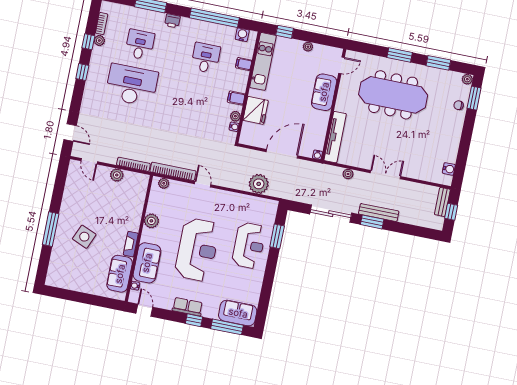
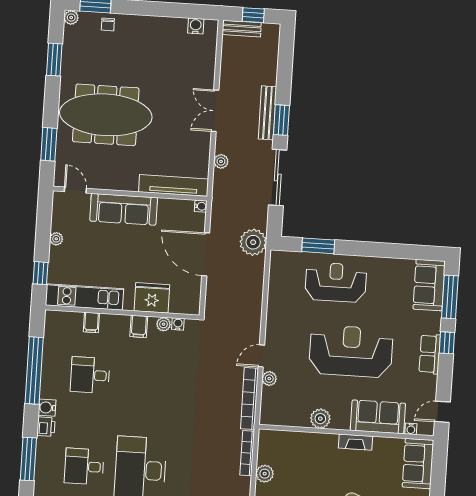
water cooler: (242, 35) -> (47, 408), moved
window: (400, 55) -> (49, 144), moved
sofa: (324, 92) -> (124, 209), width x1.36
meeting table: (393, 95) -> (106, 115), turned 90
plant: (164, 183) -> (269, 379), moved
plant: (259, 184) -> (253, 242), moved
sofa: (120, 274) -> (418, 464), moved, turned 90

